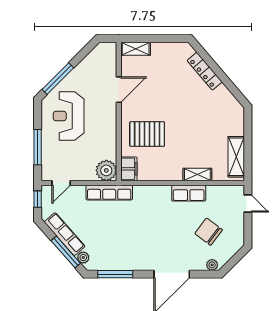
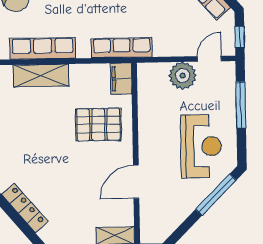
plant: (106, 170) -> (183, 76), moved
shelving: (197, 174) -> (41, 76), width x1.50, depth x1.33
row of seats: (109, 193) -> (122, 48), moved
row of seats: (189, 193) -> (43, 48), width x1.48

